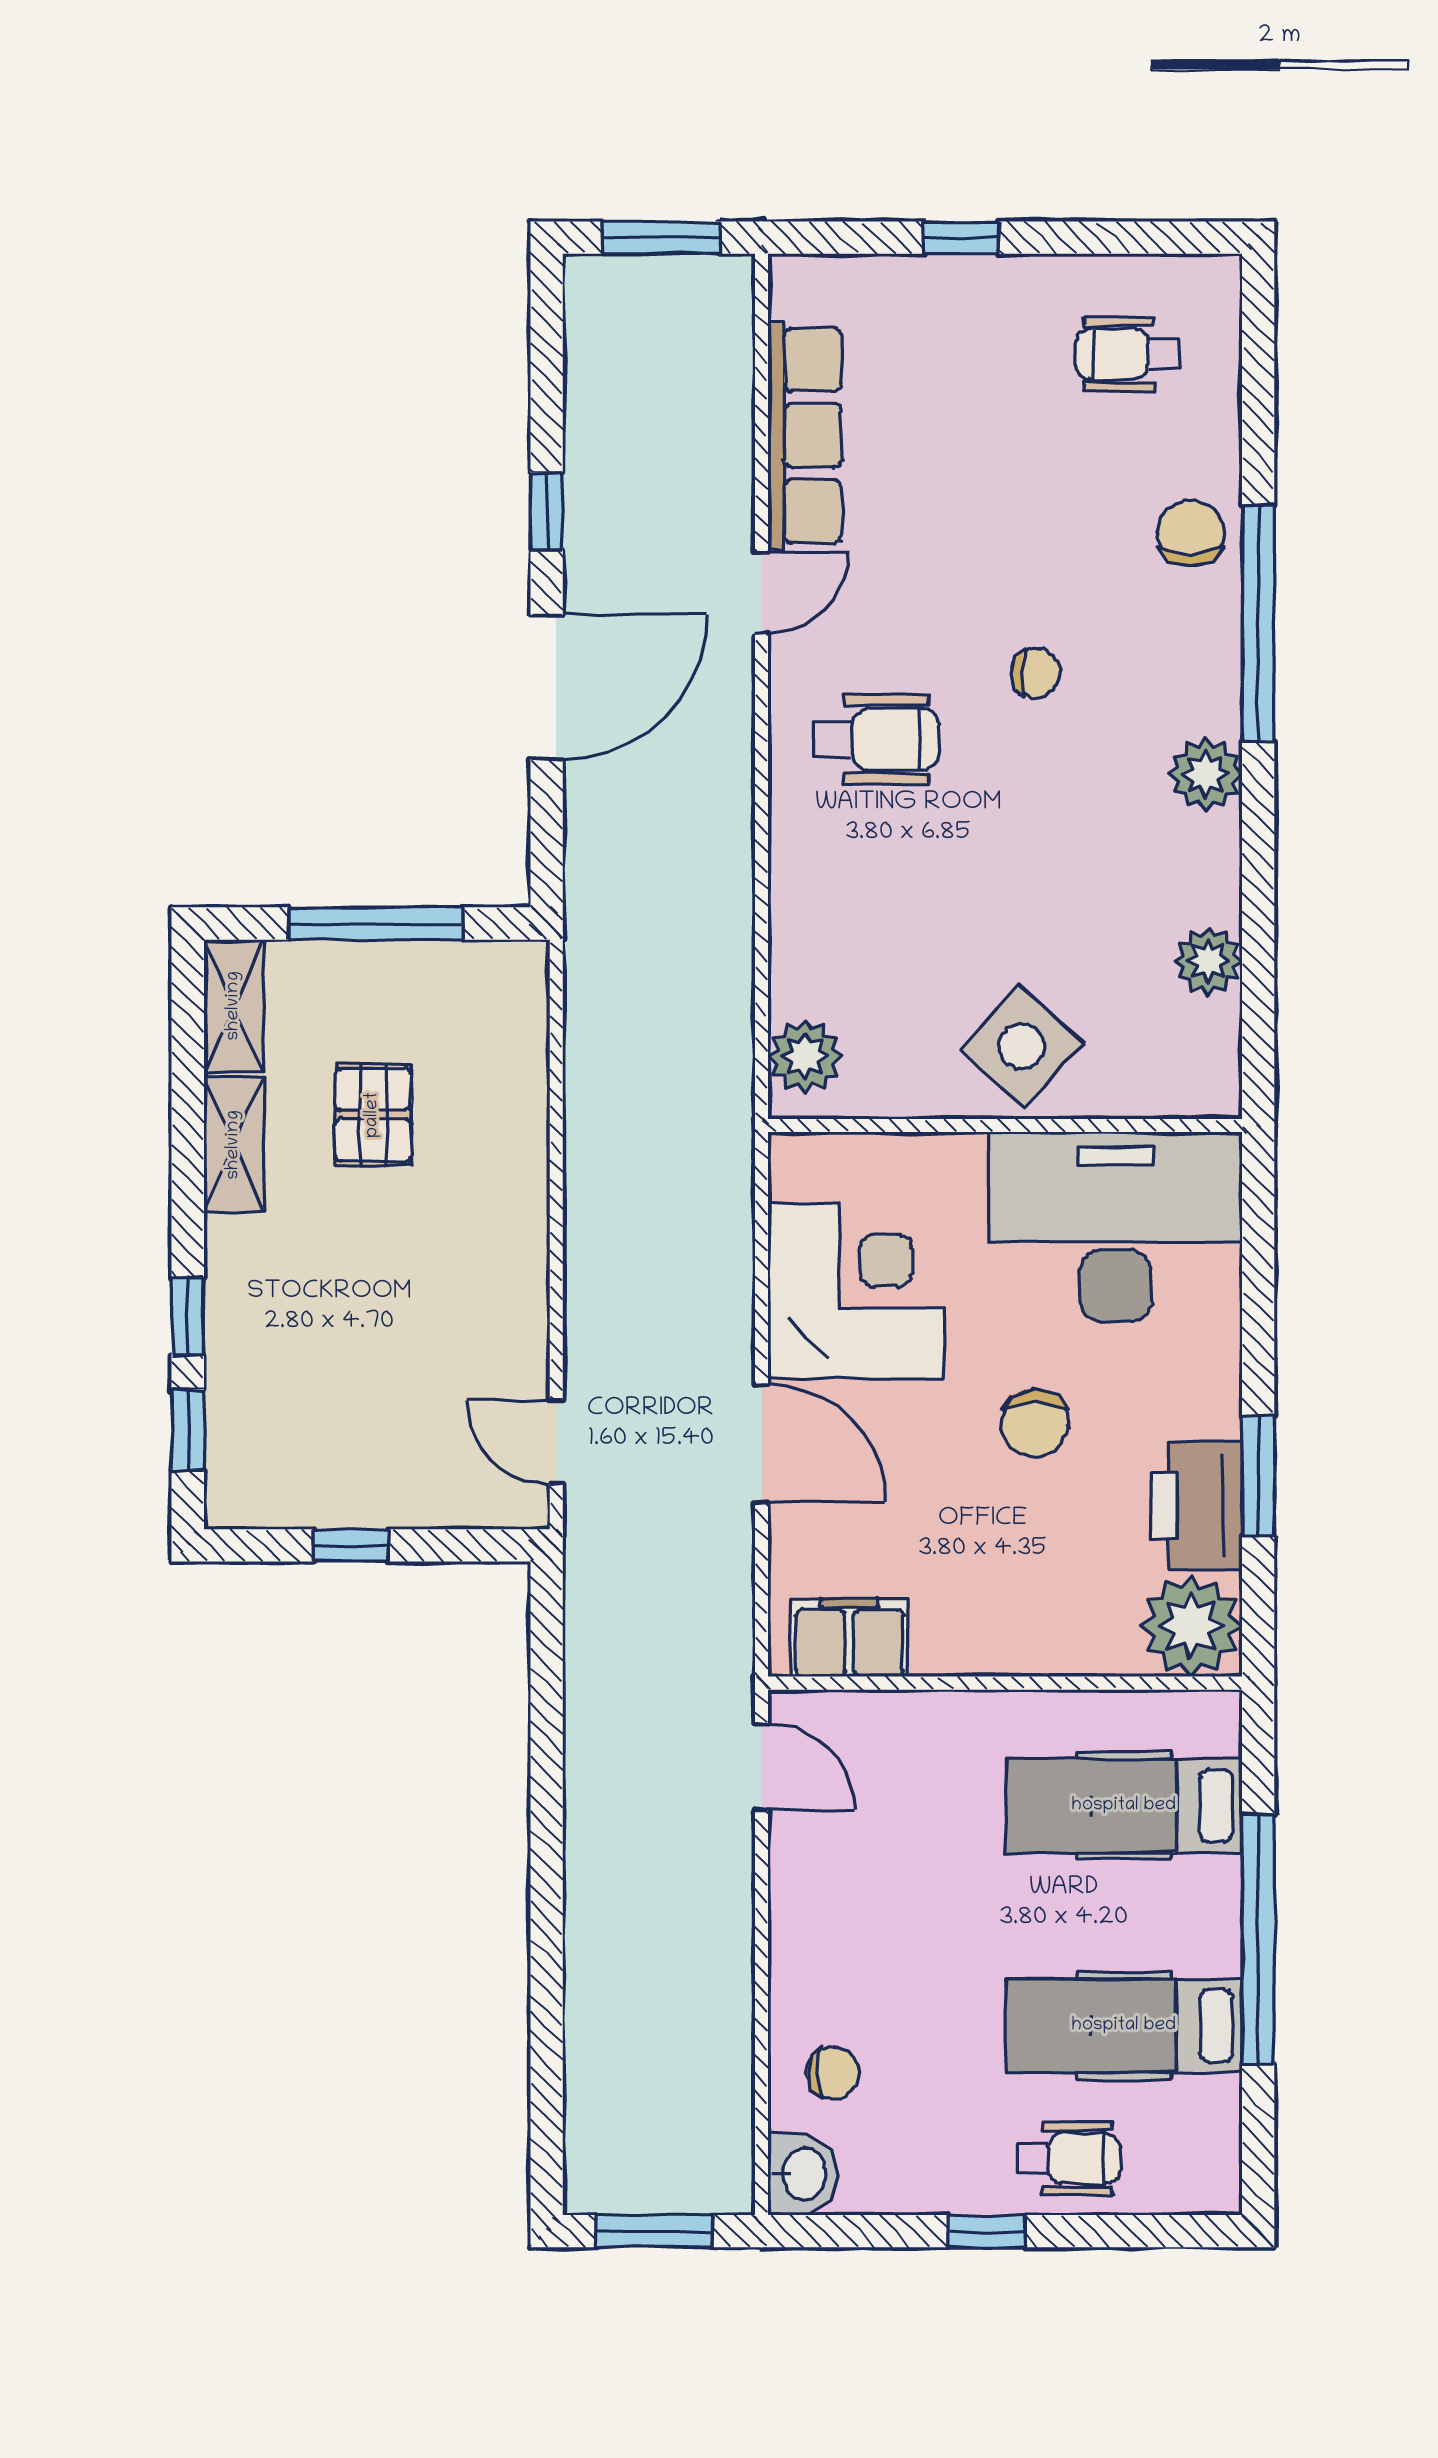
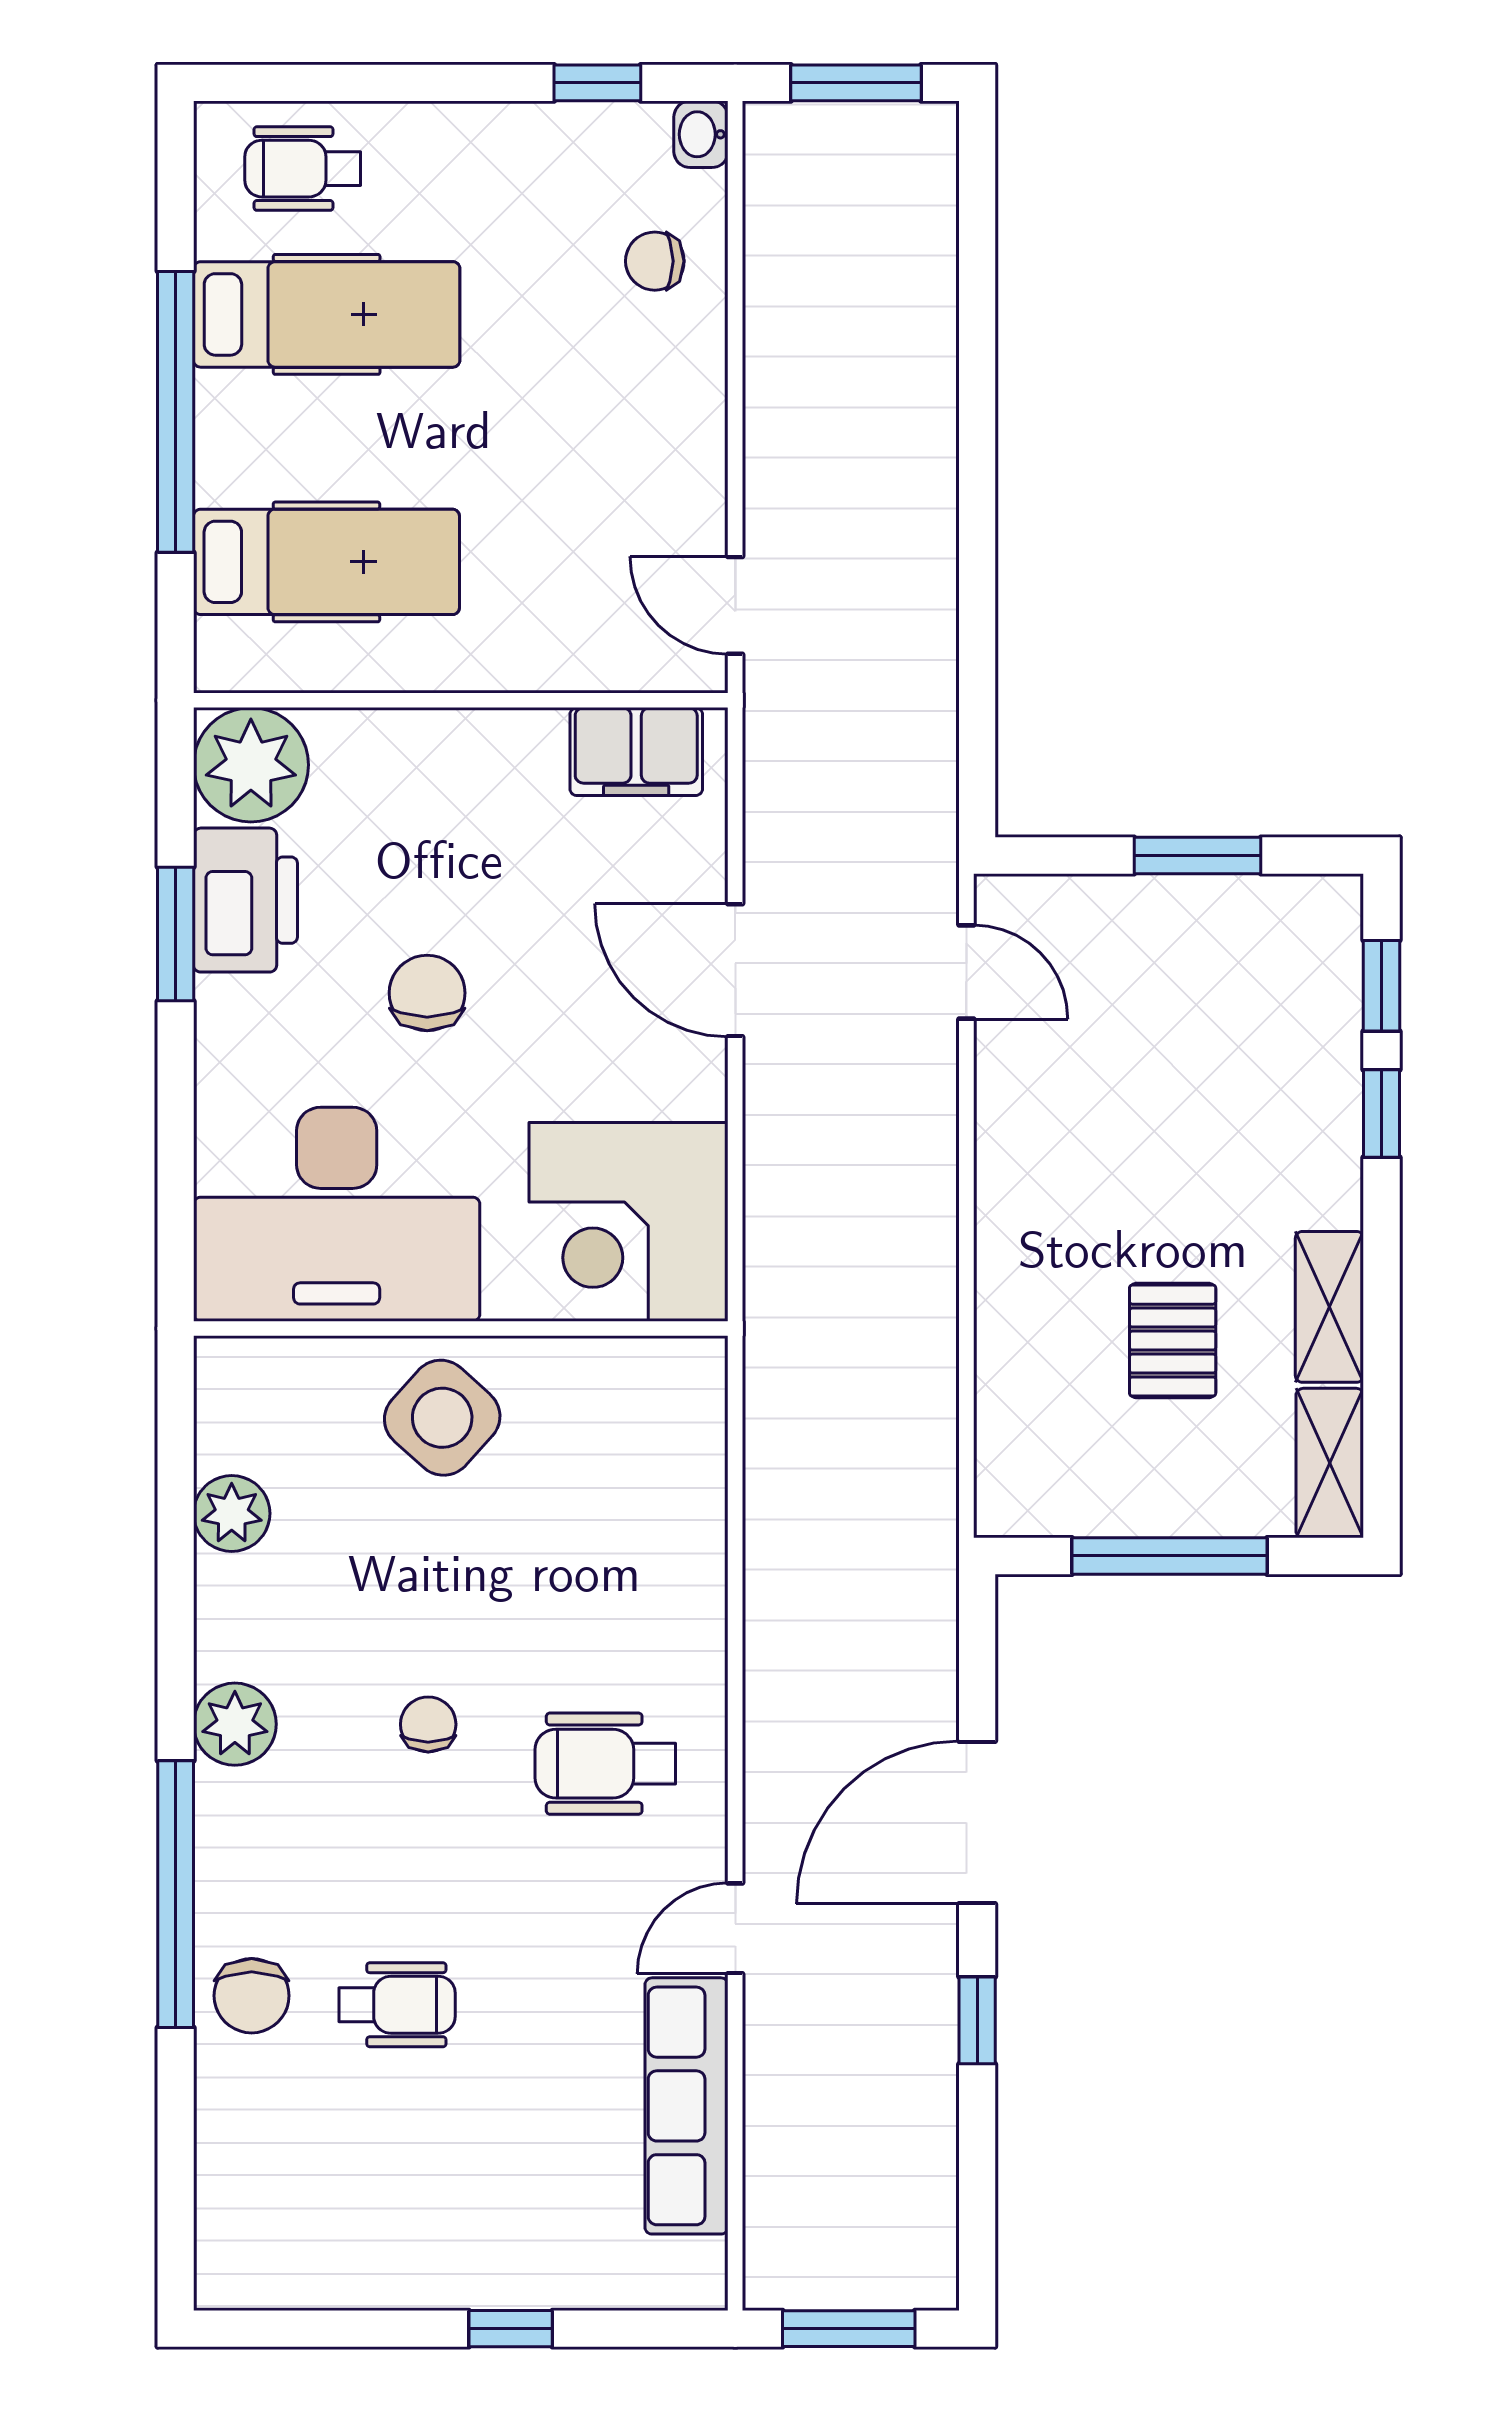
wheelchair: (1128, 354) -> (397, 2005), moved
chair: (1036, 673) -> (428, 1724), moved, turned 90
plant: (805, 1056) -> (686, 1407), removed
corner desk: (856, 1291) -> (629, 1222), moved
window: (351, 1545) -> (1198, 856), width x1.50
wheelchair: (1069, 2159) -> (303, 169), moved
washbasin: (803, 2174) -> (701, 134), width x0.72, depth x0.69
window: (987, 2231) -> (597, 83), moved

